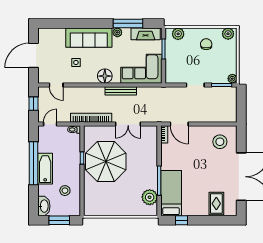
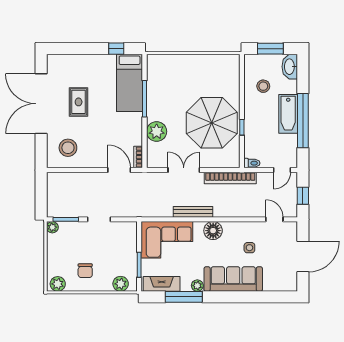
plant: (150, 197) -> (157, 132), moved
rug: (216, 204) -> (79, 102), moved

